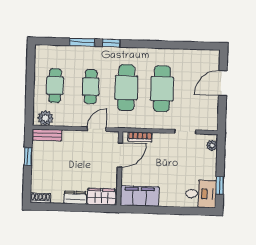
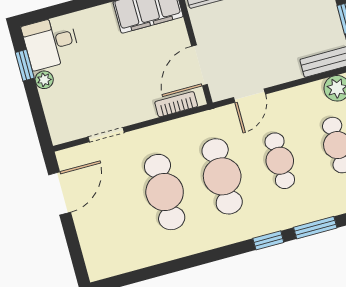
door: (223, 83) -> (60, 193), moved
plant: (212, 145) -> (44, 80), moved

